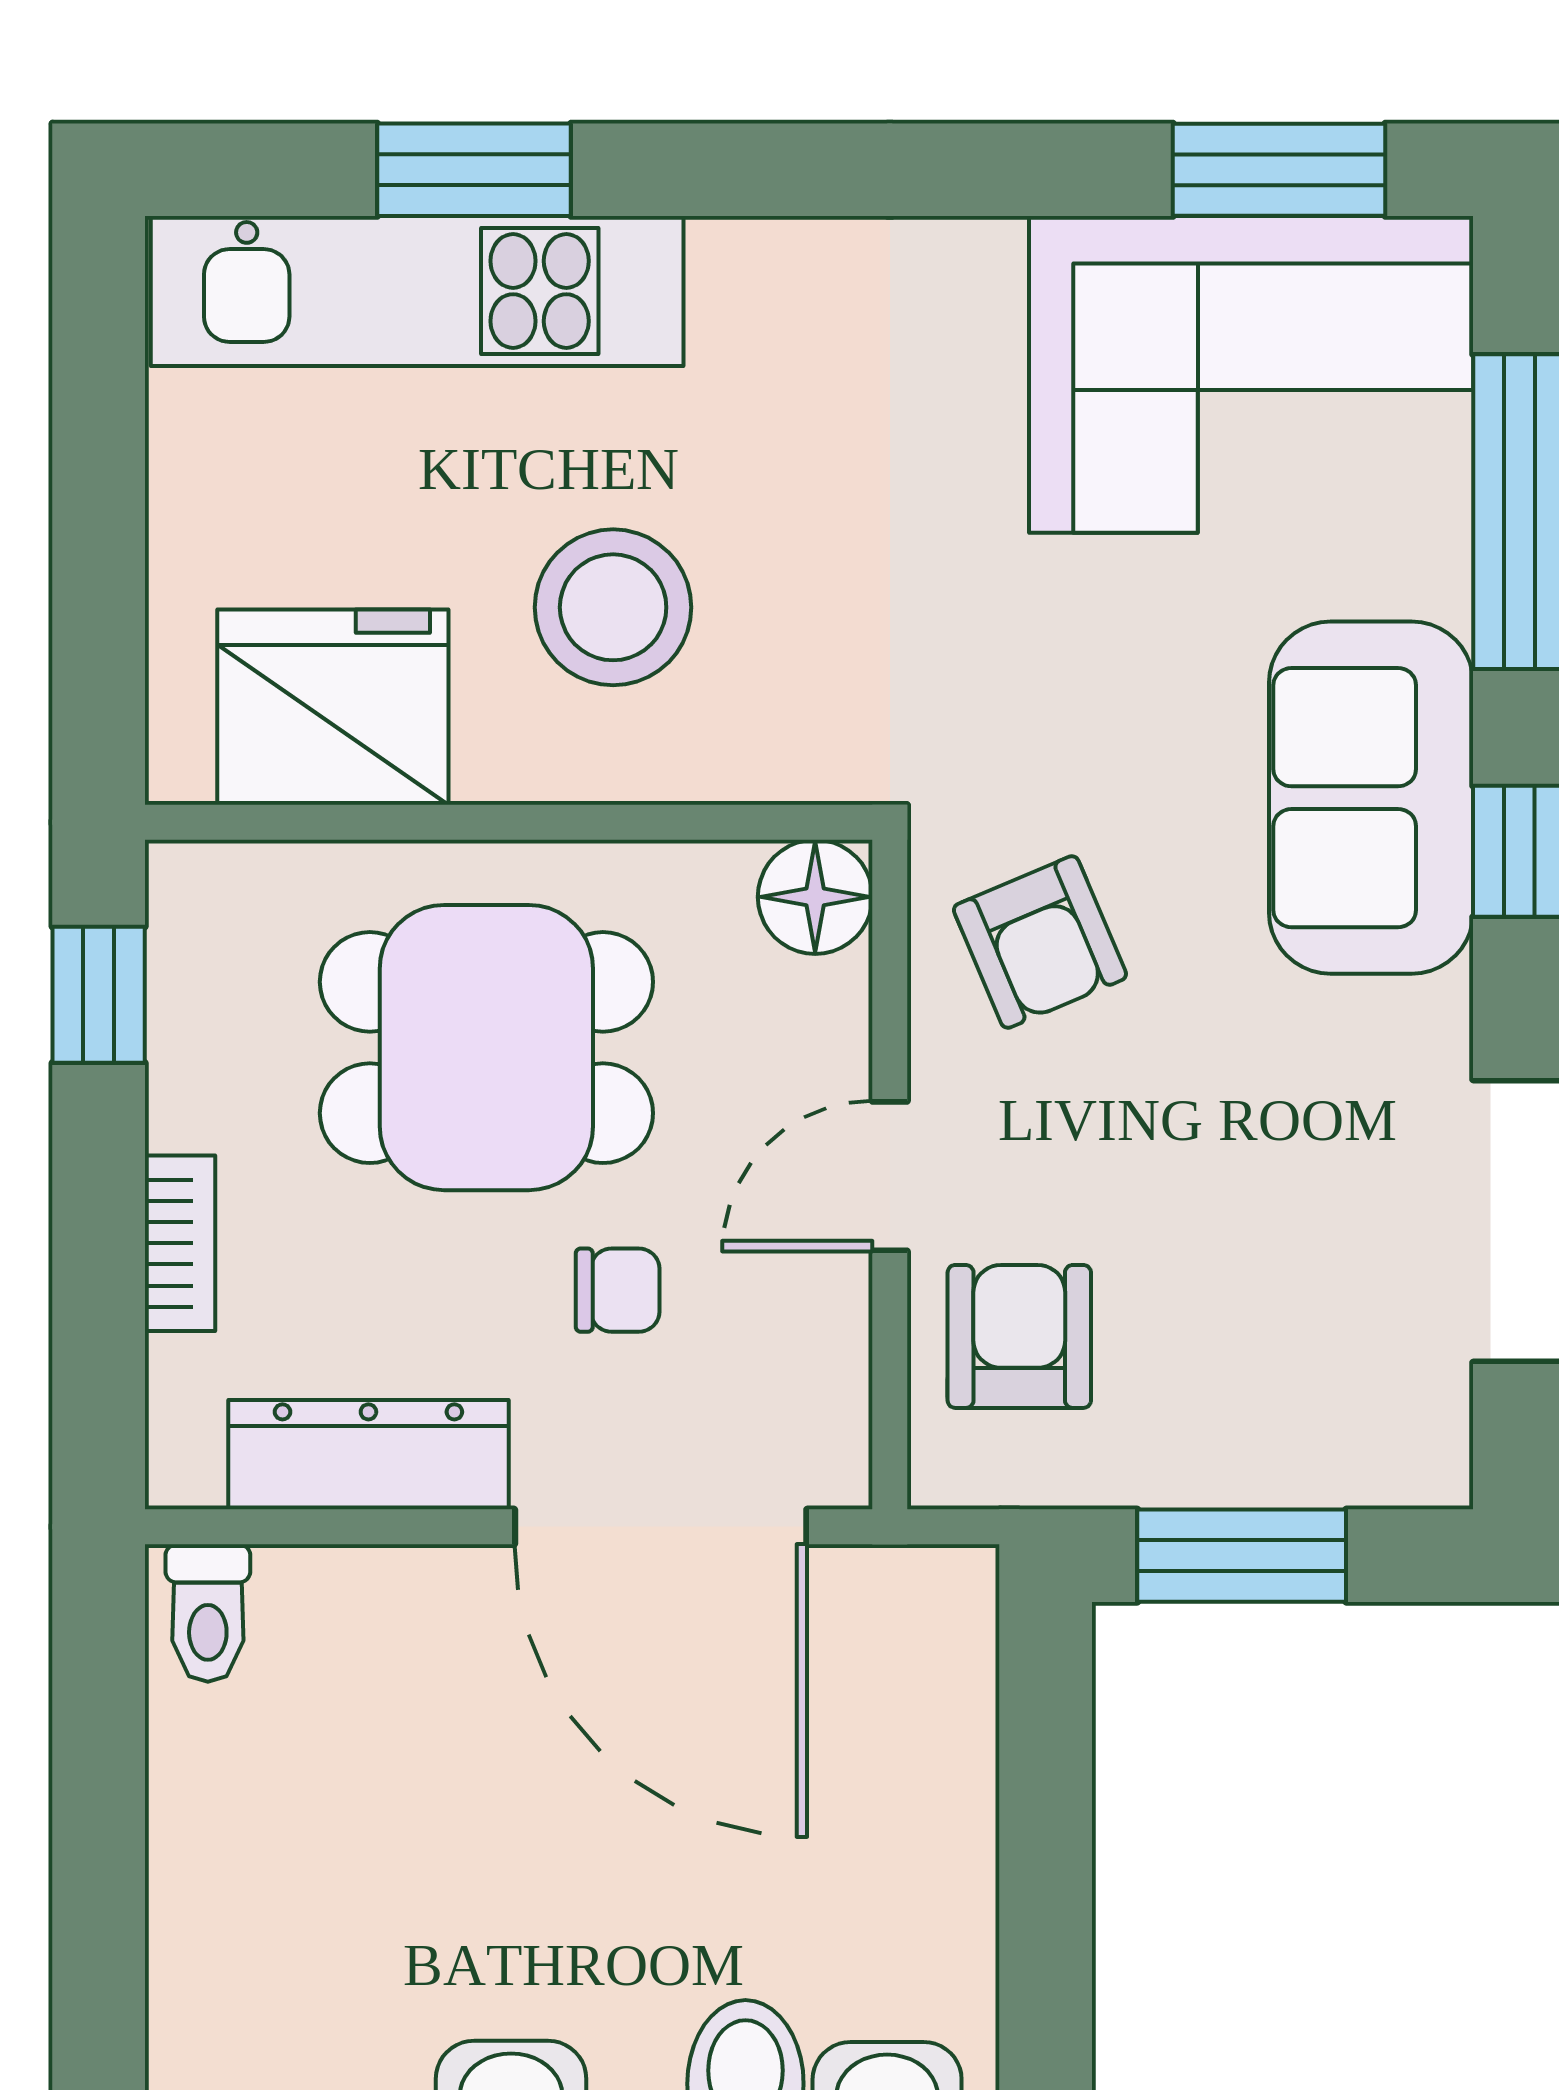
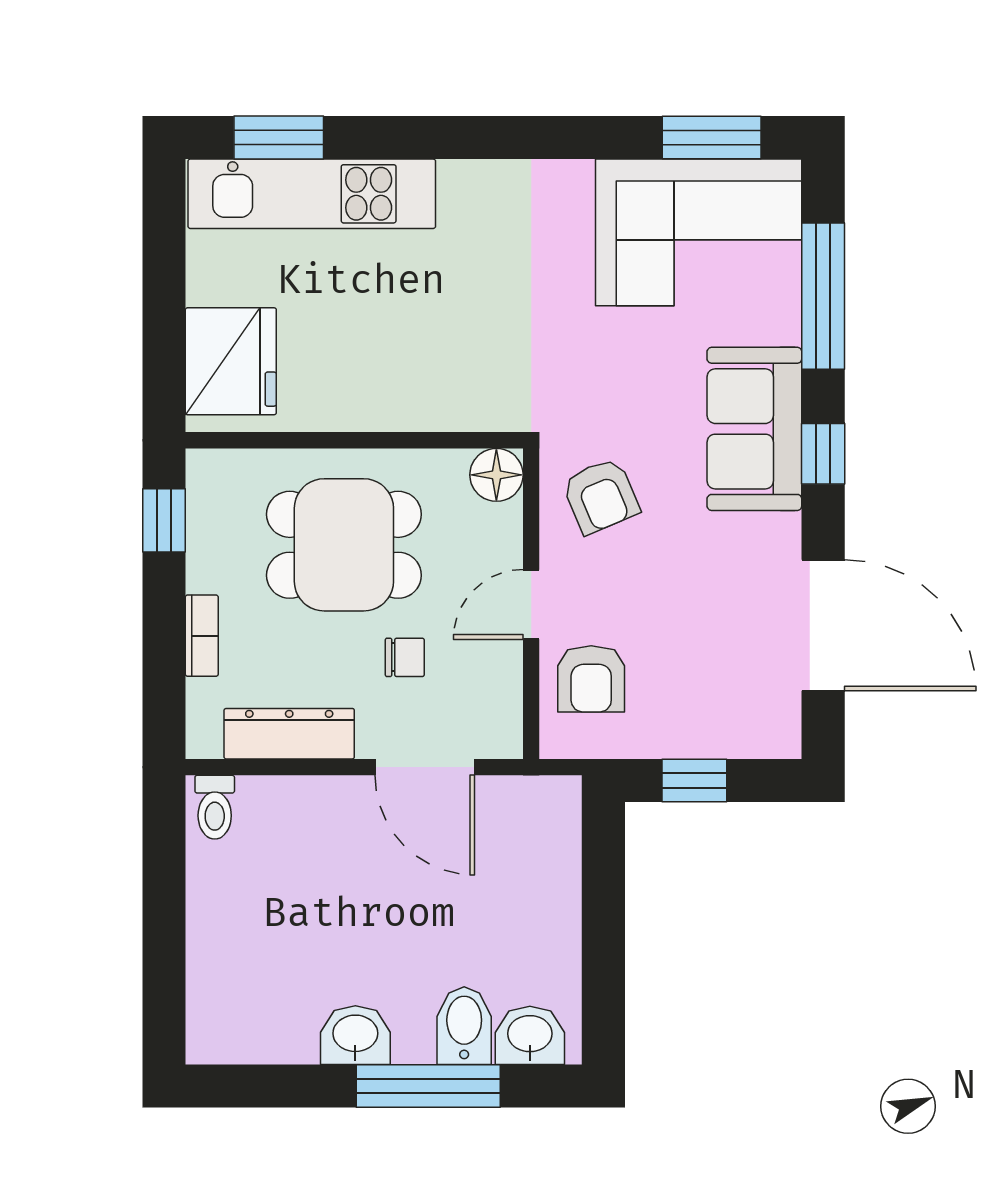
window: (474, 170) -> (279, 138), moved
stool: (613, 607) -> (403, 341), removed
fridge: (333, 707) -> (231, 361), moved, turned 90
armchair: (1019, 1336) -> (591, 679), turned 180
door: (661, 1527) -> (425, 767), width x0.73
window: (1242, 1556) -> (694, 781), width x0.67

